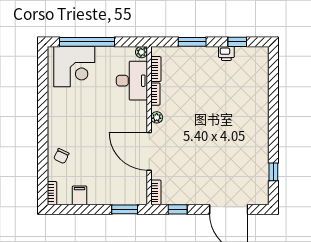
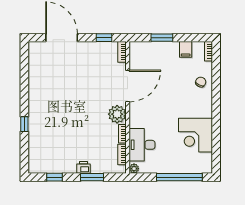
printer: (226, 53) -> (83, 167), moved
corner desk: (74, 67) -> (195, 135), moved, turned -90
plant: (157, 117) -> (117, 114), width x1.88, depth x1.88
door: (149, 151) -> (128, 86), hinge flipped
window: (273, 172) -> (24, 124), moved
window: (125, 209) -> (162, 38), moved

